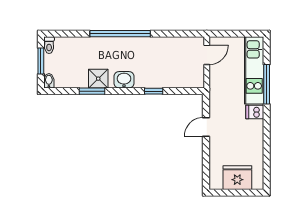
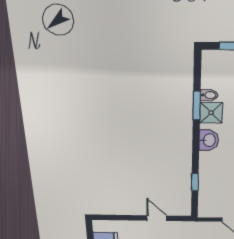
bidet: (49, 81) -> (209, 95), moved
window: (154, 91) -> (195, 182), moved

